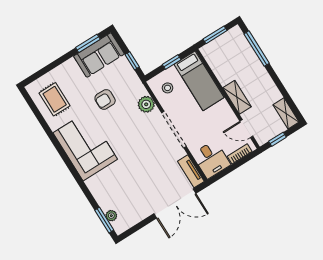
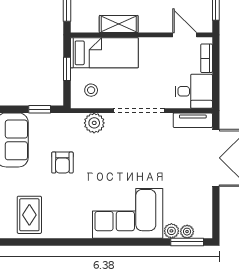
shelving: (237, 97) -> (119, 24), moved
rug: (55, 99) -> (29, 215), turned 90
door: (246, 129) -> (185, 35), swing flipped
corner sofa: (85, 146) -> (128, 213), moved
plant: (105, 205) -> (171, 231), added

